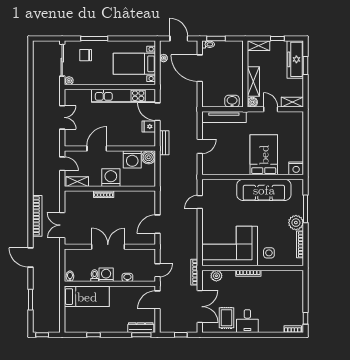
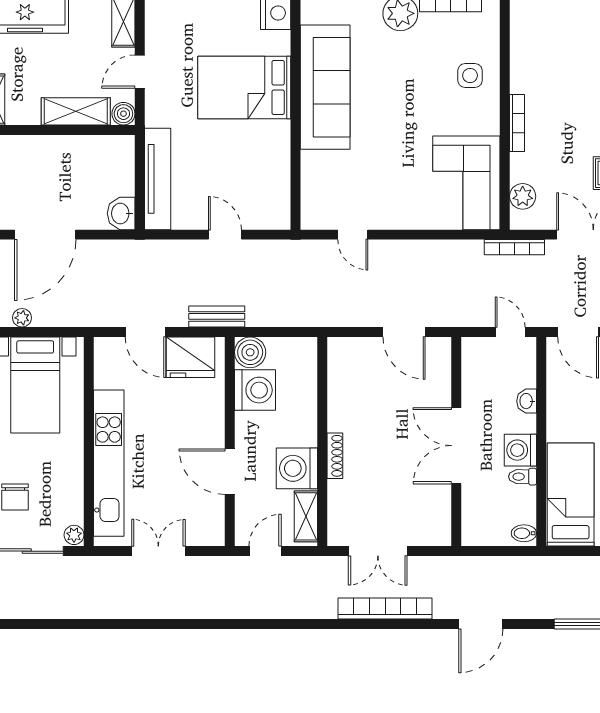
kitchen unit: (123, 96) -> (109, 463), moved
washbasin: (232, 101) -> (121, 213), moved
door: (157, 112) -> (145, 332), hinge flipped
fridge: (149, 126) -> (191, 357), width x1.88, depth x1.34
washing machine: (111, 178) -> (297, 468), moved
double door: (62, 225) -> (378, 551), moved
corner sofa: (230, 246) -> (466, 183), width x0.73, depth x0.74

